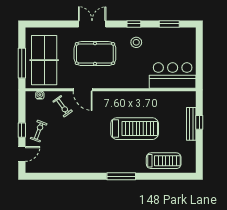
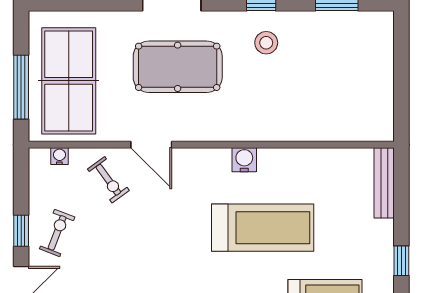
bar counter: (173, 76) -> (344, 114), removed
water cooler: (126, 97) -> (244, 160), added
window: (199, 122) -> (401, 261), moved
bench: (191, 124) -> (384, 183), moved

